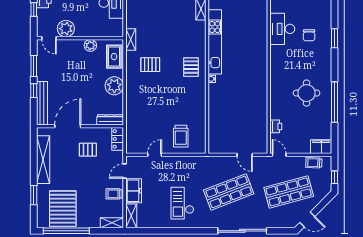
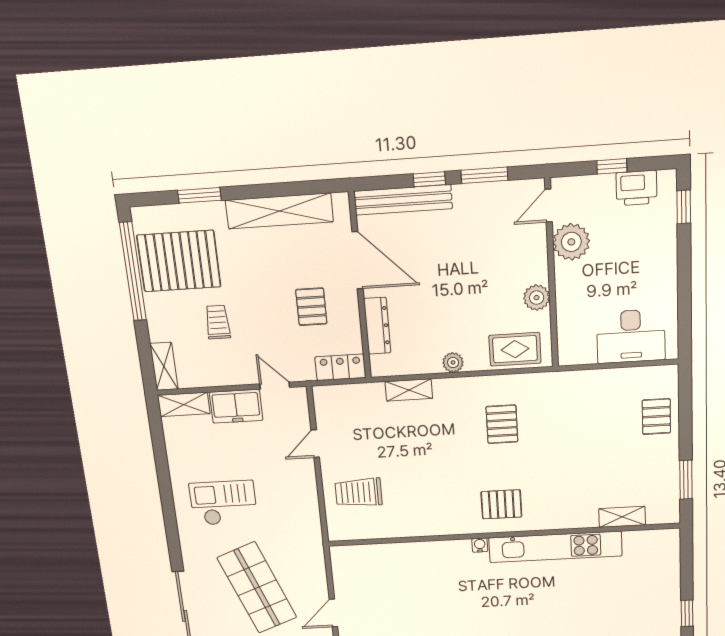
shelving: (131, 40) -> (409, 390), moved
plant: (114, 86) -> (453, 362), width x0.53, depth x0.53
dresser: (110, 120) -> (377, 326), moved
door: (155, 155) -> (315, 444), swing flipped
trolley: (114, 194) -> (218, 322), moved

